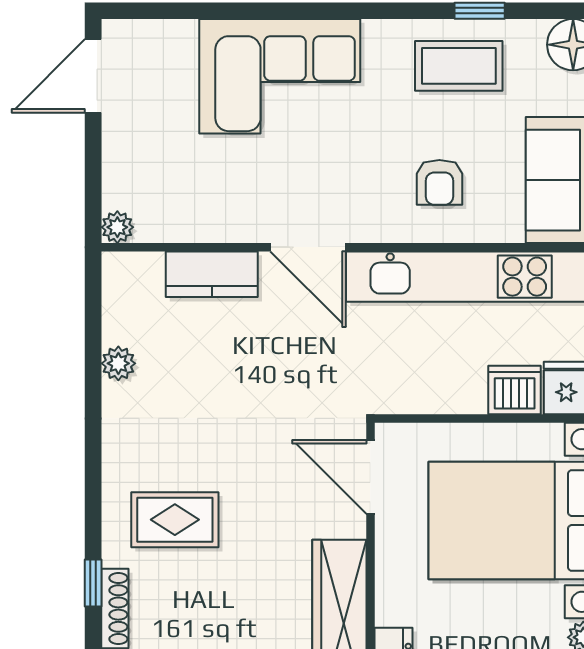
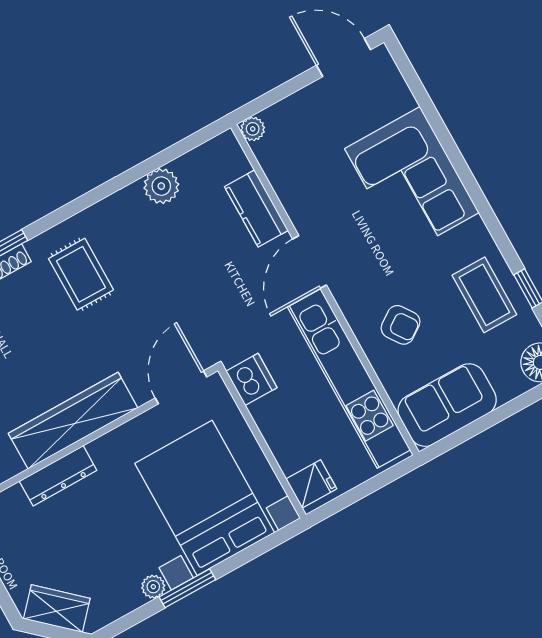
armchair: (439, 182) -> (401, 325), turned -125
plant: (118, 363) -> (161, 186), width x1.38, depth x1.38
dishwasher: (515, 390) -> (252, 379), moved

